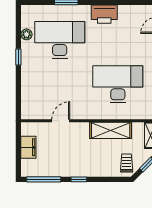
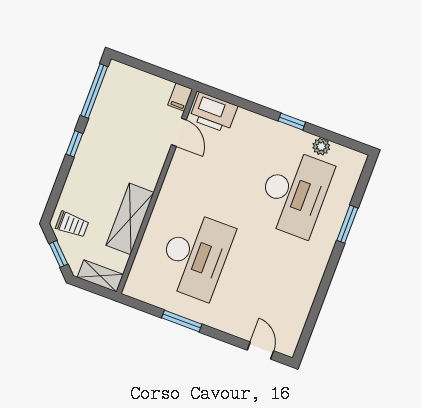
printer: (104, 14) -> (214, 113), moved, turned -90
door: (61, 121) -> (179, 132), moved
filing cabinet: (28, 147) -> (180, 97), moved, width x0.50

